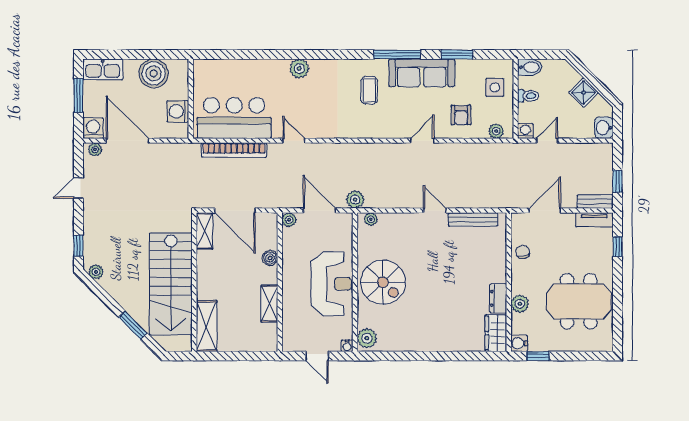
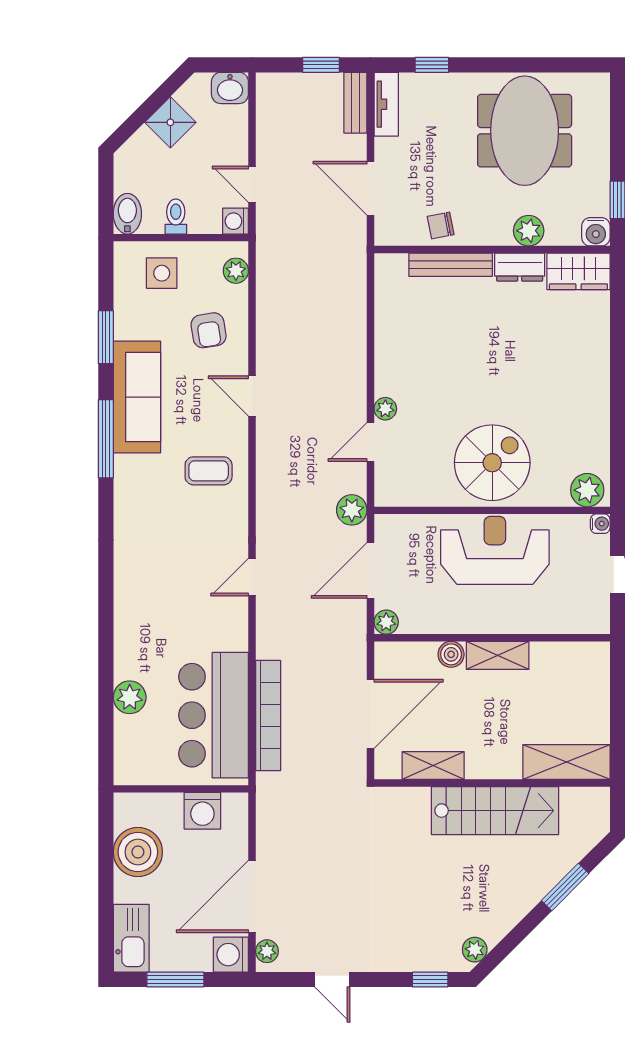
plant: (299, 69) -> (130, 697), moved
coffee table: (369, 90) -> (209, 471), moved
armchair: (461, 115) -> (209, 330), turned 81
door: (294, 141) -> (252, 577), moved
door: (435, 211) -> (371, 442), moved
plant: (371, 219) -> (385, 409), moved
bench: (473, 220) -> (451, 265), moved, turned 90
shelving: (205, 231) -> (433, 766), moved
stairs: (171, 284) -> (495, 811), width x0.73, depth x0.66
shelving: (269, 304) -> (498, 655), moved

